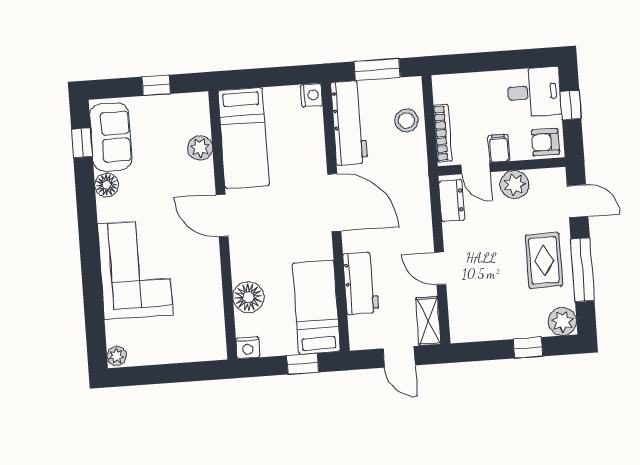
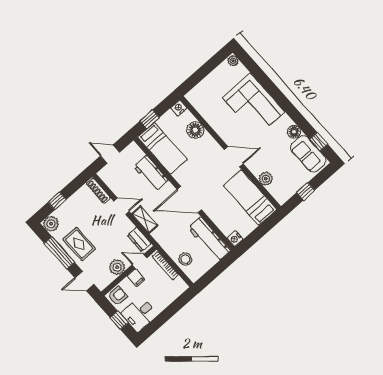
window: (377, 69) -> (215, 272), removed
shoe rack: (457, 316) -> (98, 191), added
shelving: (428, 321) -> (145, 220), moved

